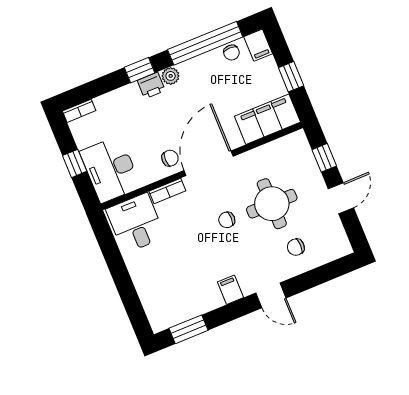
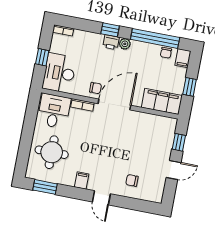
round table: (272, 204) -> (52, 152), moved
chair: (227, 220) -> (104, 141), removed

